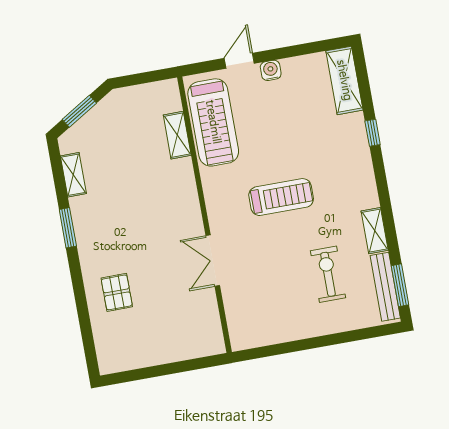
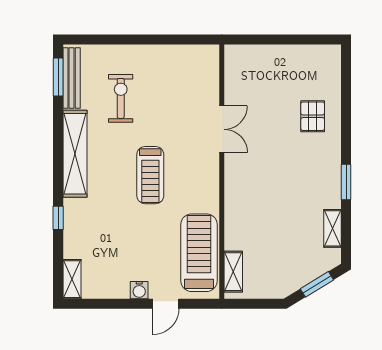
shelving: (344, 80) -> (72, 279), width x0.67, depth x0.75
shelving: (177, 135) -> (233, 272), moved
treadmill: (281, 197) -> (150, 175), turned -90
shelving: (375, 231) -> (75, 154), width x2.20, depth x1.33
exercise bike: (328, 274) -> (121, 98), turned 180

